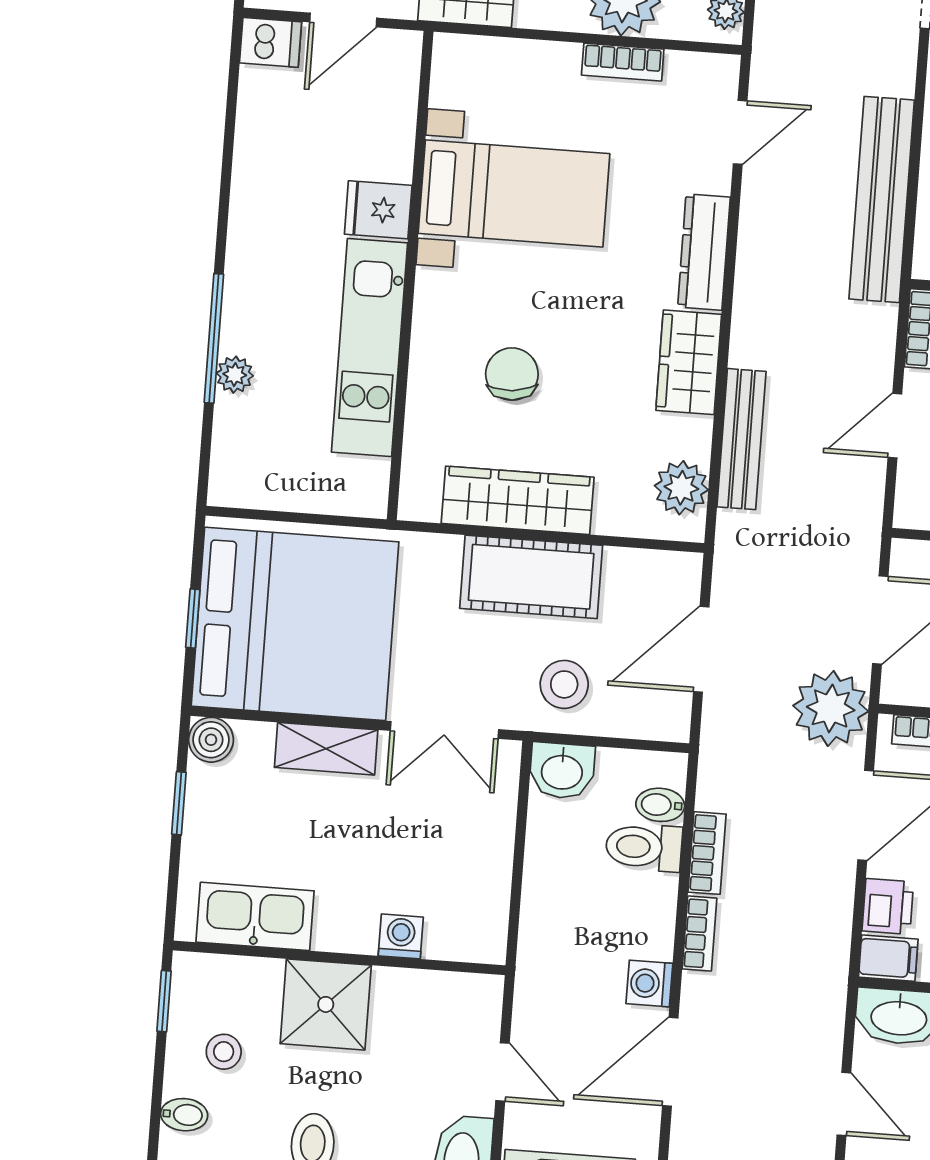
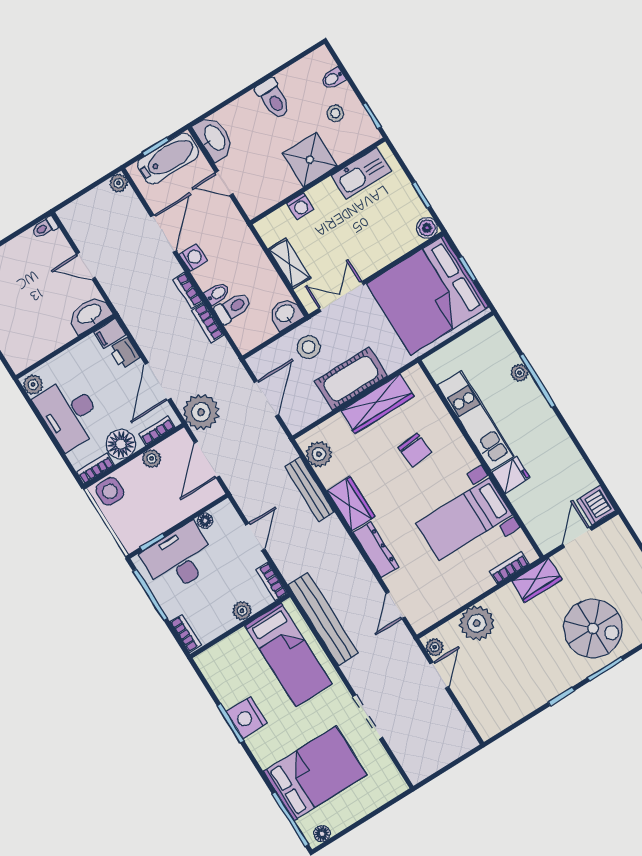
dishwasher: (271, 42) -> (596, 505), width x1.38
bookcase: (623, 62) -> (509, 568), moved
shelving: (326, 749) -> (290, 263), moved, turned 90
bidet: (660, 805) -> (217, 294), moved

